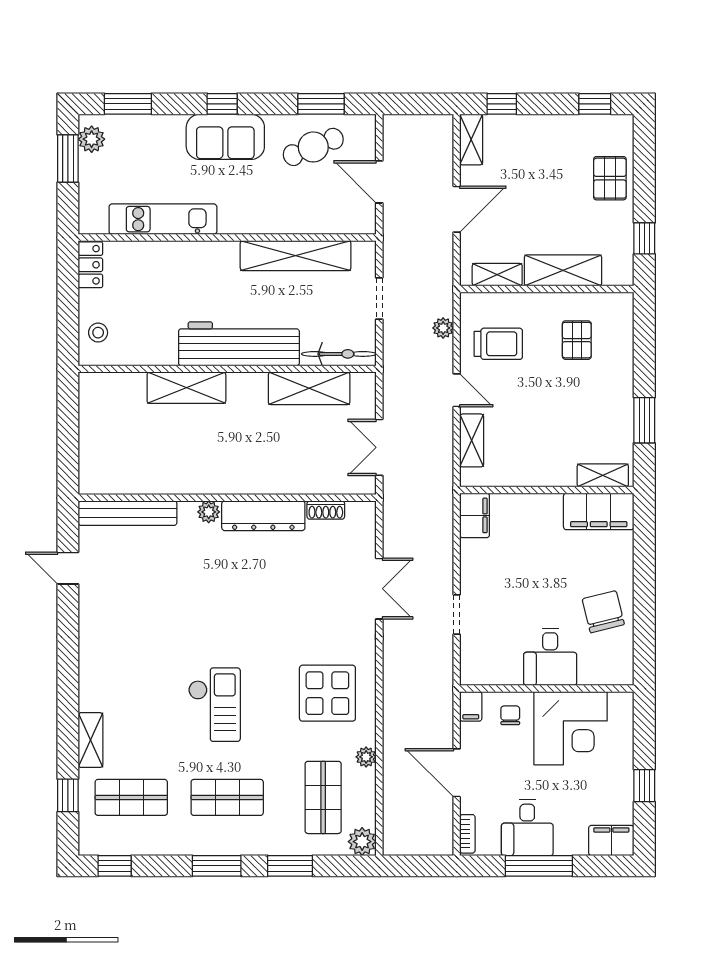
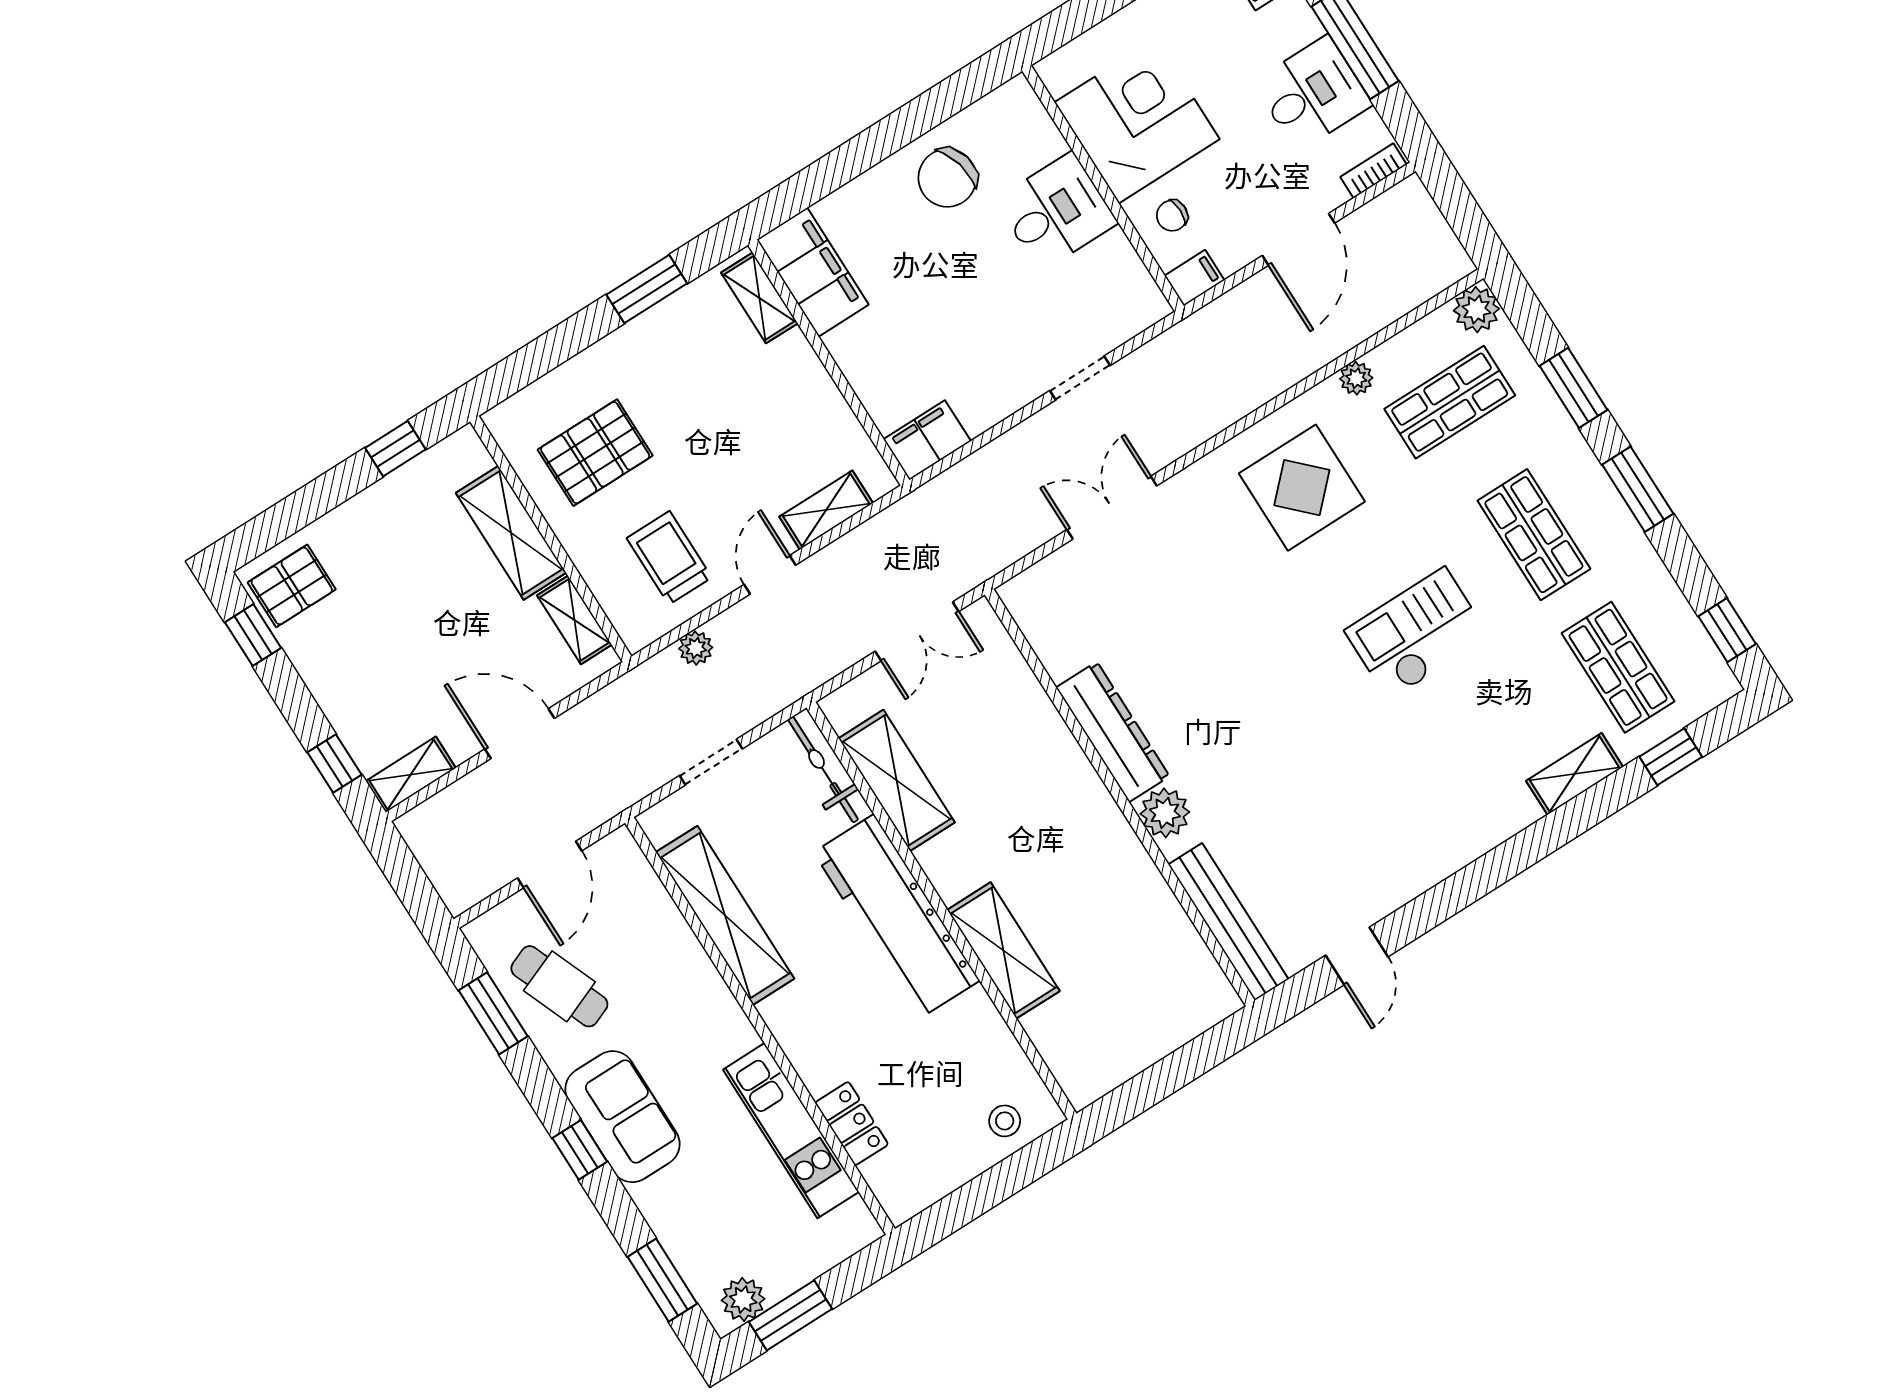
pallet: (610, 178) -> (292, 586), moved
locker: (90, 265) -> (852, 1124), moved, turned 90
pallet: (577, 340) -> (595, 453), width x1.50, depth x1.42
shoe rack: (326, 510) -> (1050, 651), removed
plant: (209, 512) -> (1165, 813), width x1.38, depth x1.38

